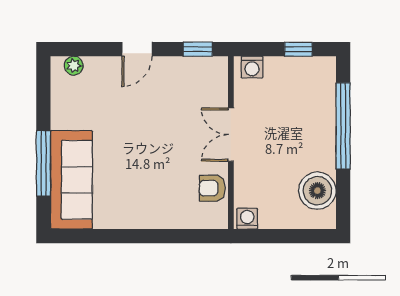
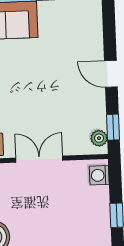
plant: (74, 66) -> (99, 138), moved

